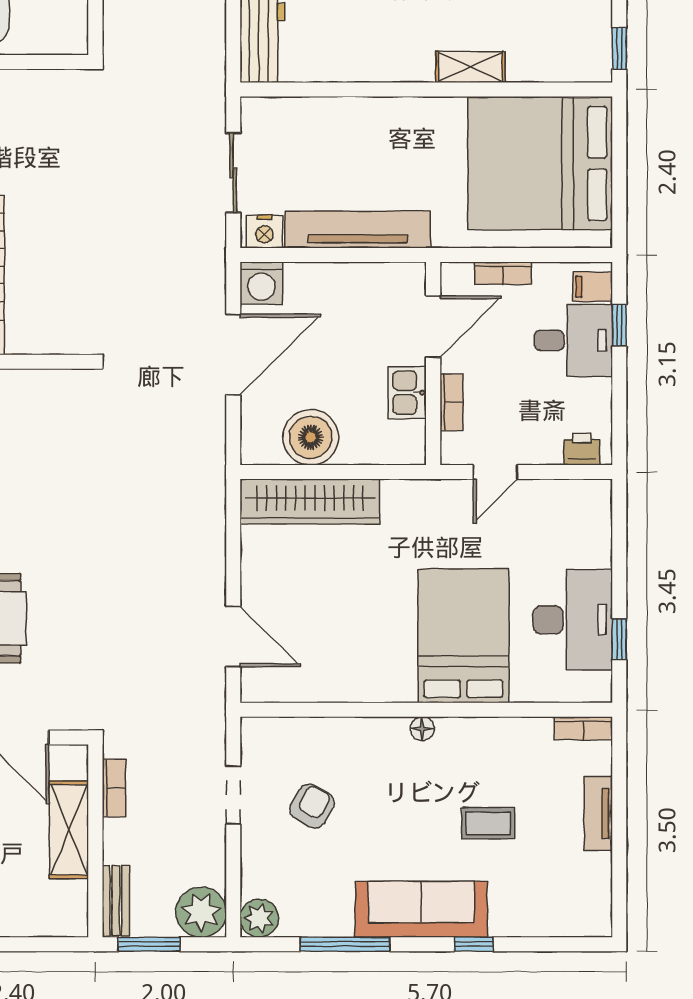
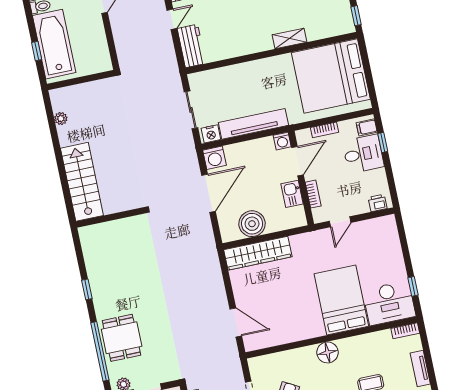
washing machine: (410, 278) -> (282, 141), added
desk: (573, 620) -> (389, 303), moved, turned 90
floor lamp: (422, 729) -> (327, 352), width x1.89, depth x1.89

